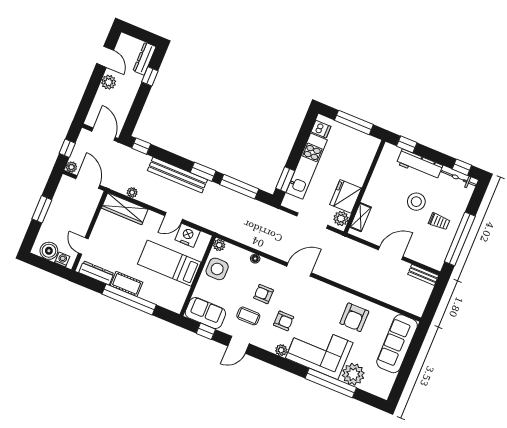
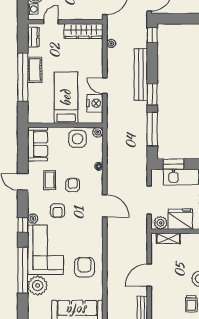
wardrobe: (125, 209) -> (84, 31), moved, turned -90
door: (391, 253) -> (149, 275), swing flipped
dresser: (96, 273) -> (33, 37), width x0.70
armchair: (354, 317) -> (84, 267), turned 90
window: (206, 331) -> (23, 225), moved

